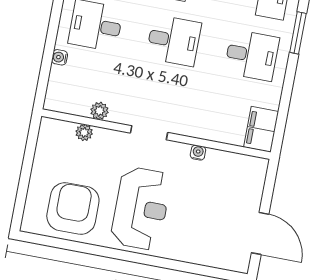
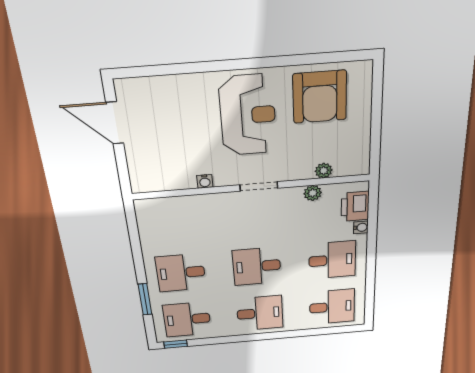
printer: (61, 84) -> (355, 206), added
filing cabinet: (261, 129) -> (150, 217), removed
reception desk: (141, 208) -> (248, 115), turned 180

